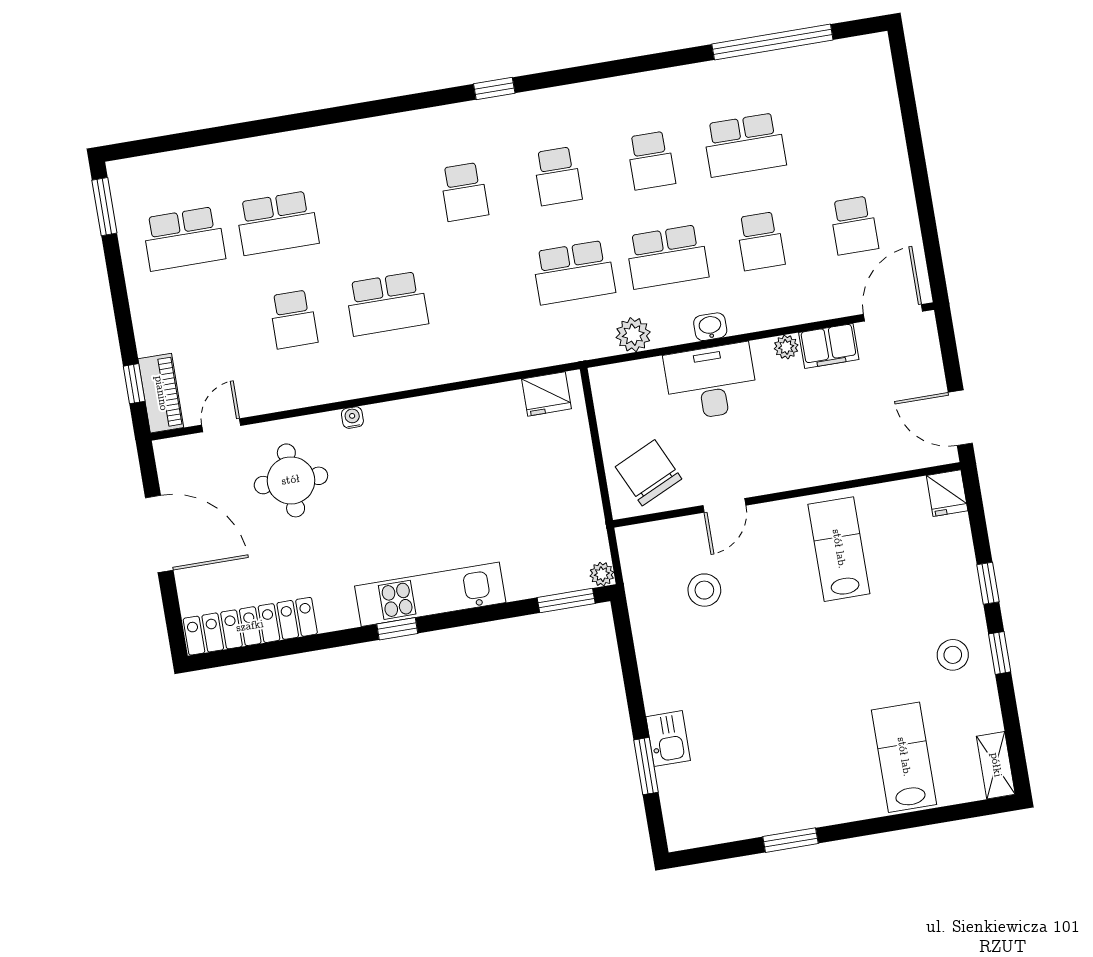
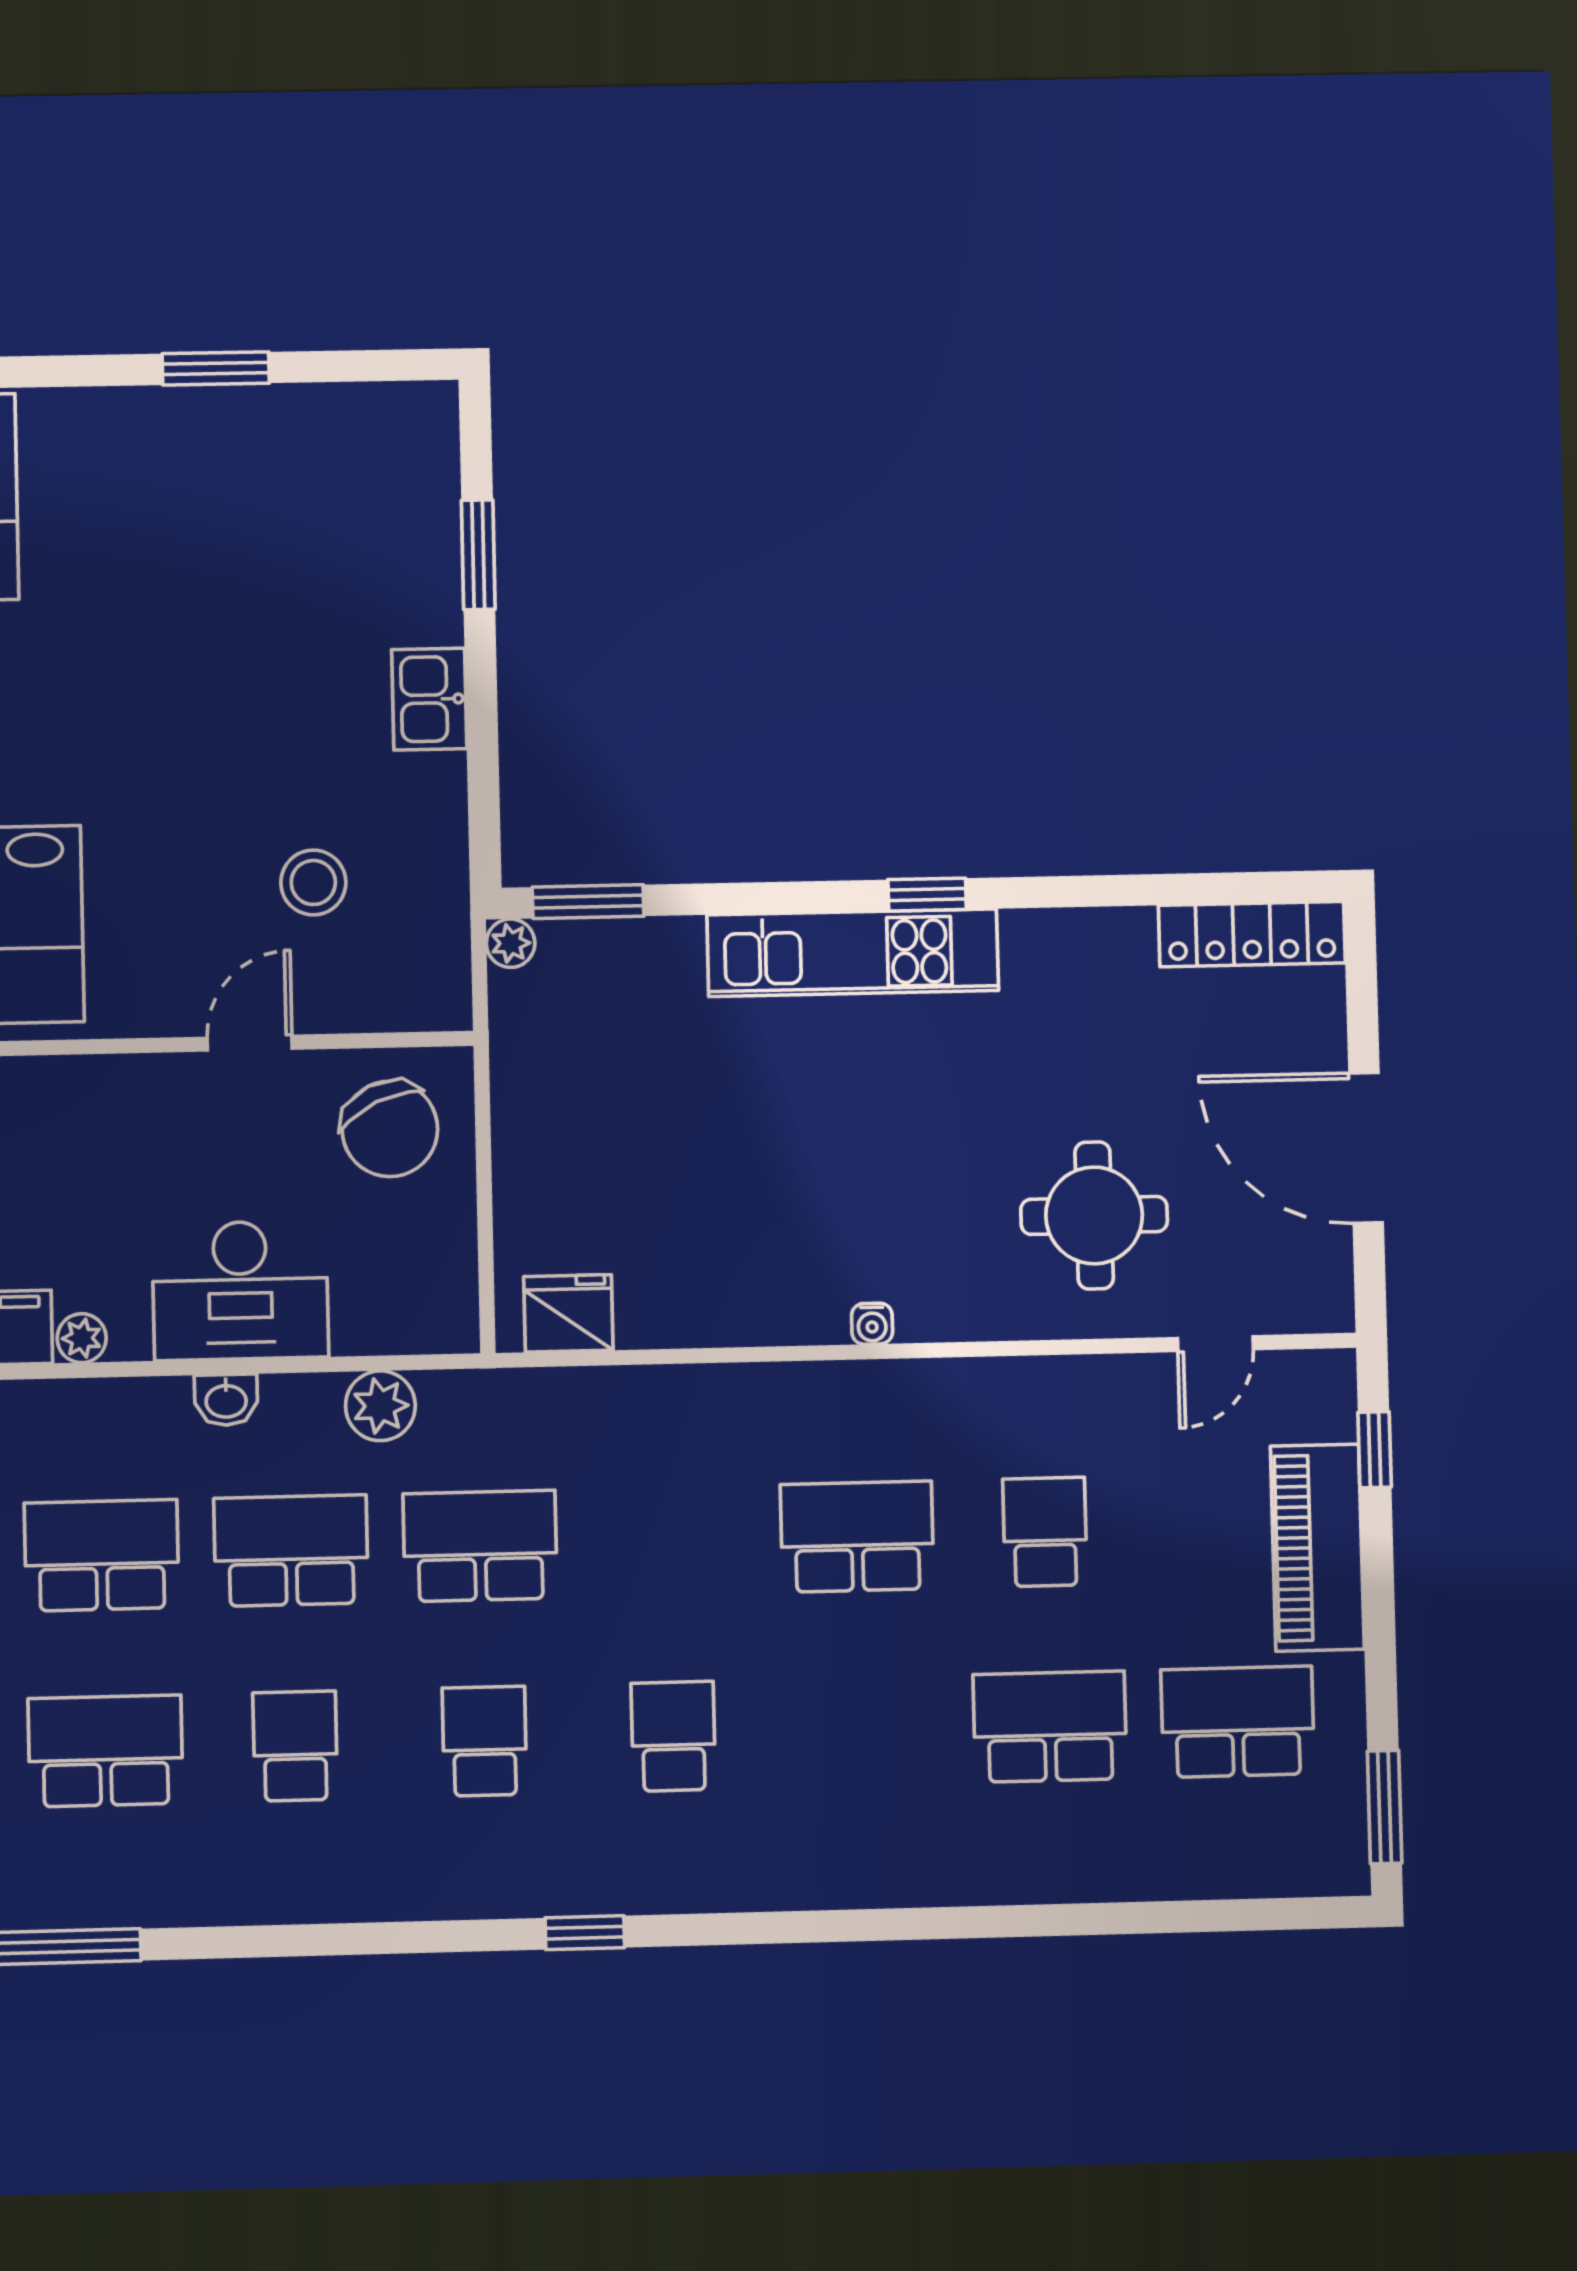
school desk: (761, 241) -> (102, 1555), width x1.85
piano: (161, 393) -> (1317, 1548), moved, width x1.37, depth x1.33
water cooler: (352, 418) -> (872, 1324), moved
locker: (250, 626) -> (1252, 934), width x0.71, depth x0.83
kitchen sink: (668, 739) -> (429, 699), moved

